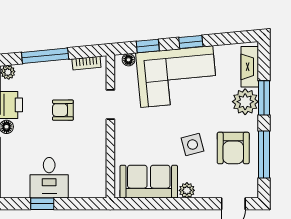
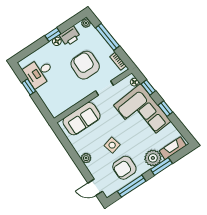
armchair: (63, 110) -> (85, 65), width x1.88, depth x1.88
desk: (49, 178) -> (39, 73), moved
sofa: (149, 182) -> (82, 119), moved, turned 90

